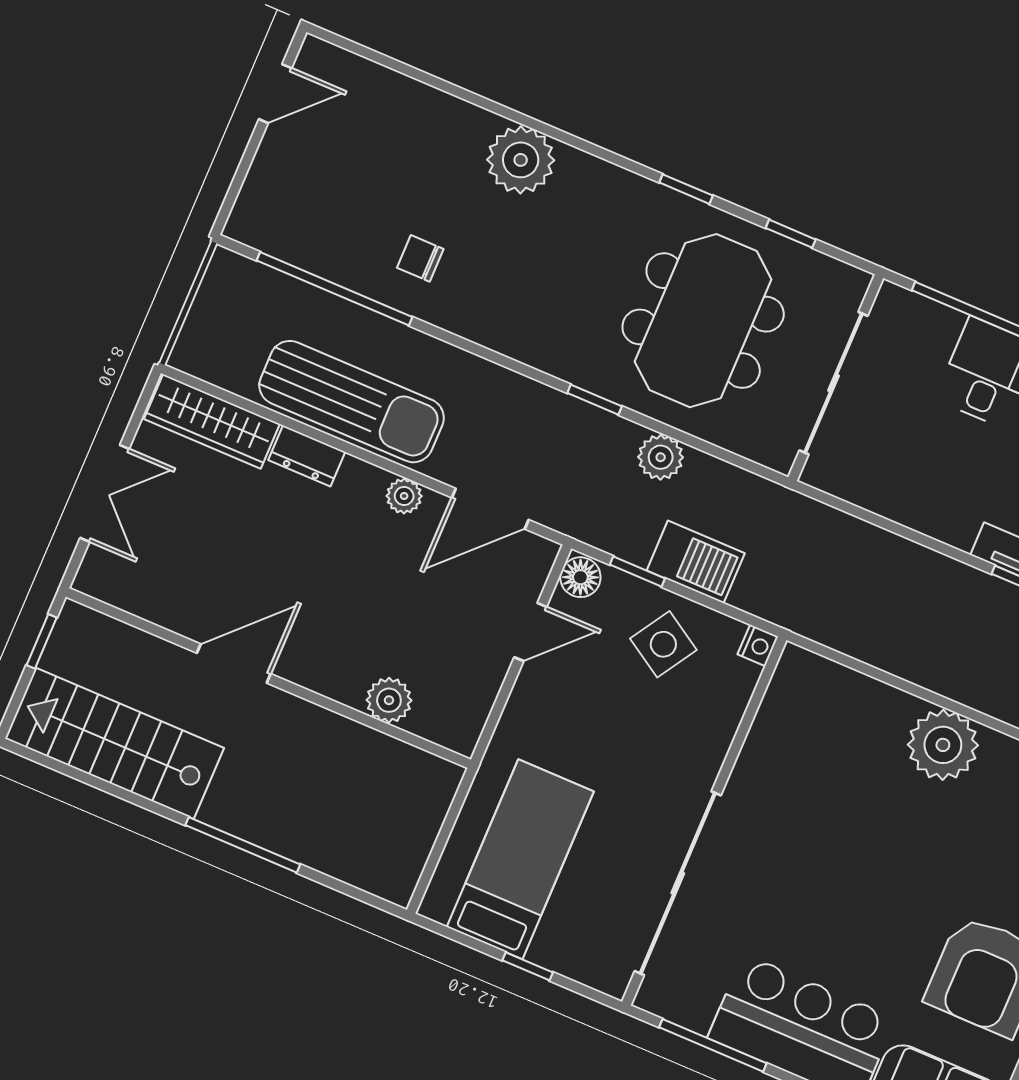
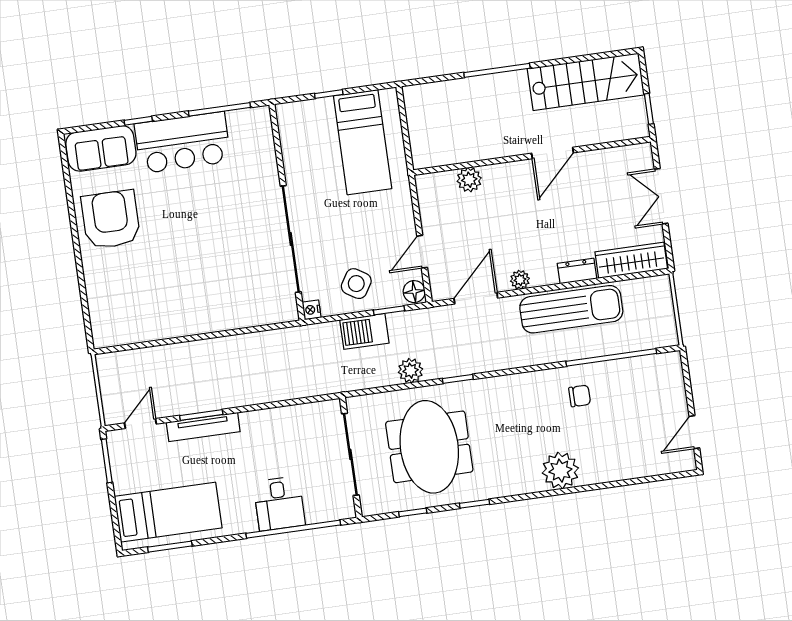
sun lounger: (352, 402) -> (571, 309), turned 180
plant: (943, 745) -> (197, 316), removed
sliding door: (678, 883) -> (291, 239), moved

